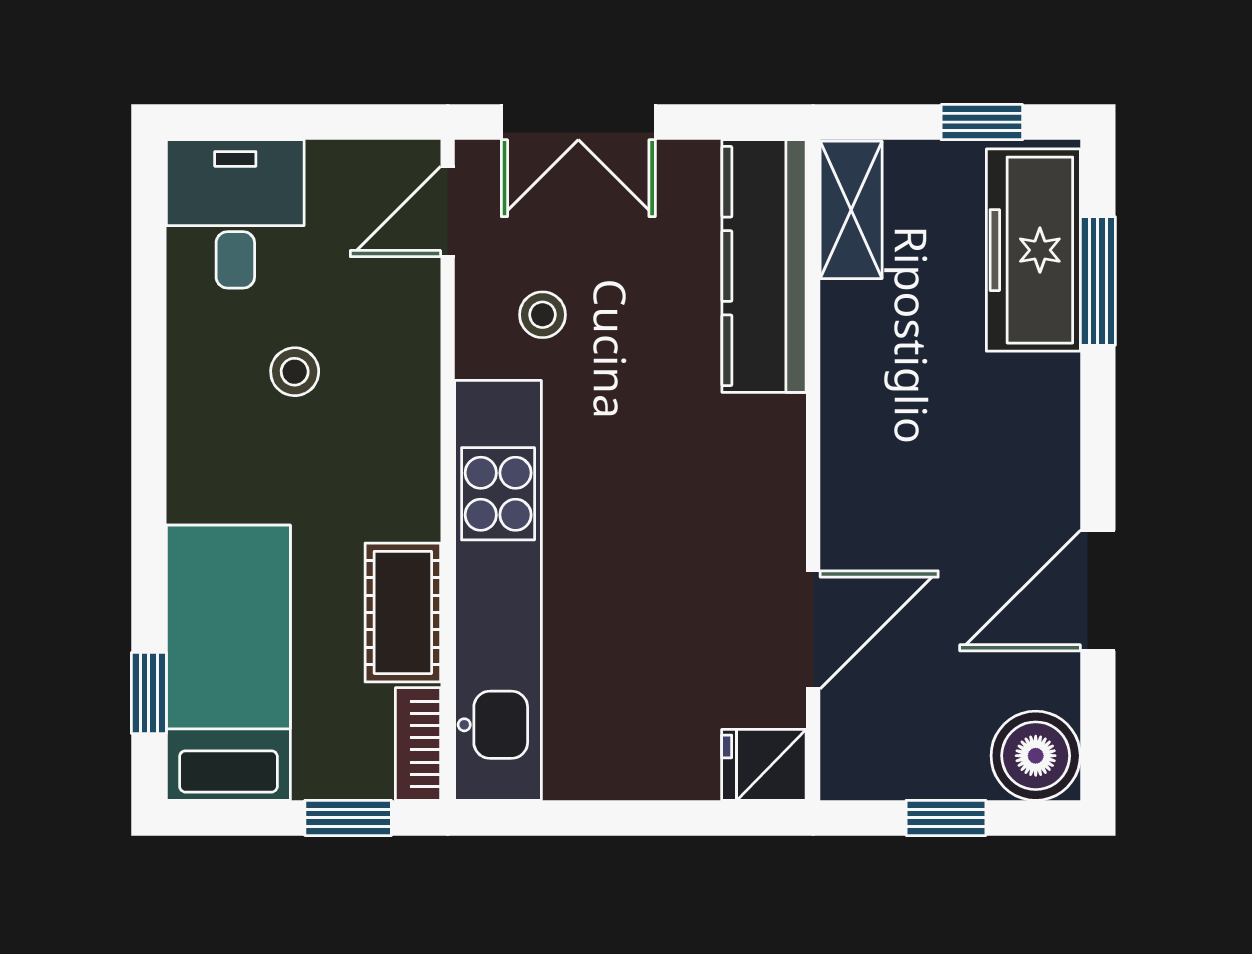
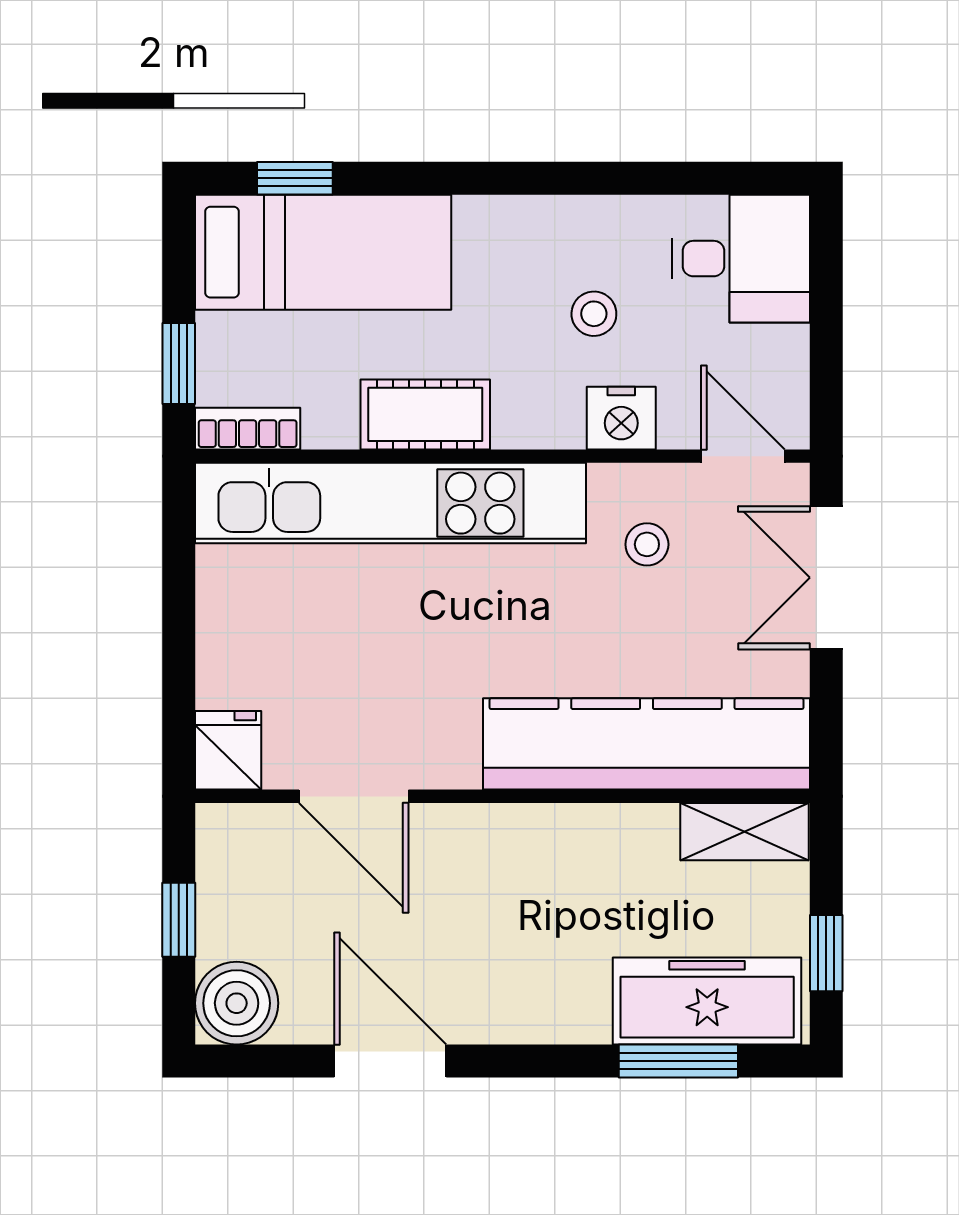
kitchen counter: (764, 266) -> (647, 744), width x1.39, depth x1.17
nightstand: (407, 342) -> (621, 418), added
cot: (403, 612) -> (425, 414), moved

